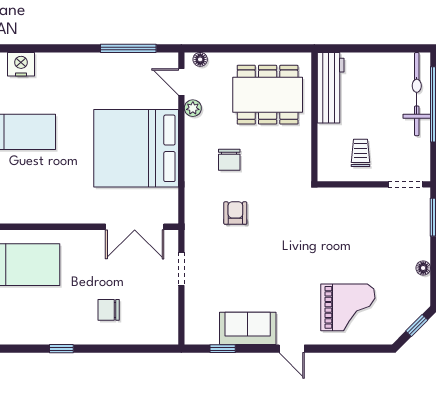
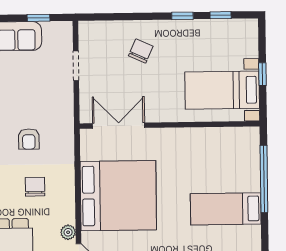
doorway: (181, 269) -> (76, 66), moved
chair: (109, 310) -> (141, 51), turned -66
window: (19, 349) -> (221, 15), added

